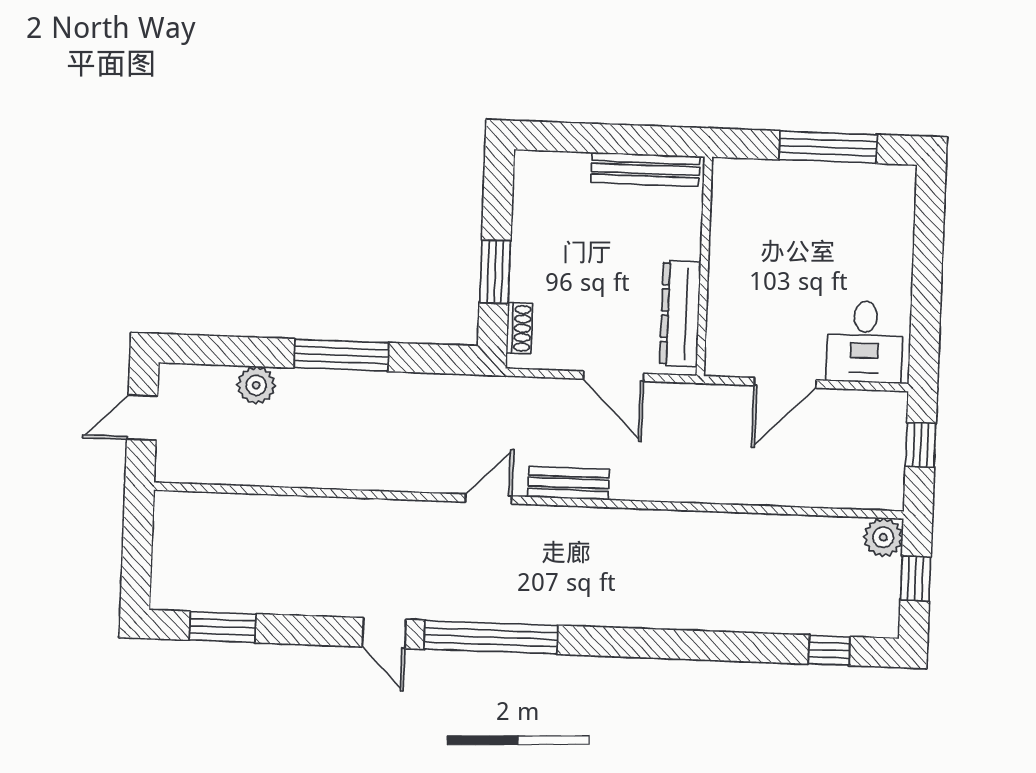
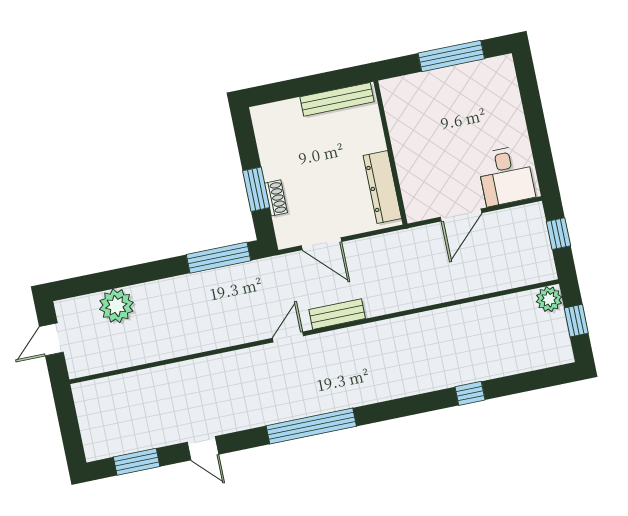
shoe rack: (519, 328) -> (276, 198), moved
window: (341, 355) -> (219, 258), moved
door: (613, 376) -> (322, 244), moved
plant: (256, 385) -> (116, 306), width x1.36, depth x1.36
door: (384, 633) -> (203, 448), moved
window: (829, 650) -> (470, 393), moved

